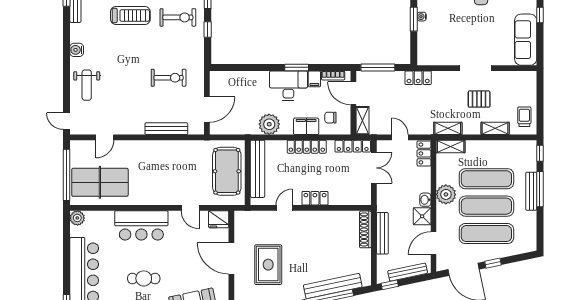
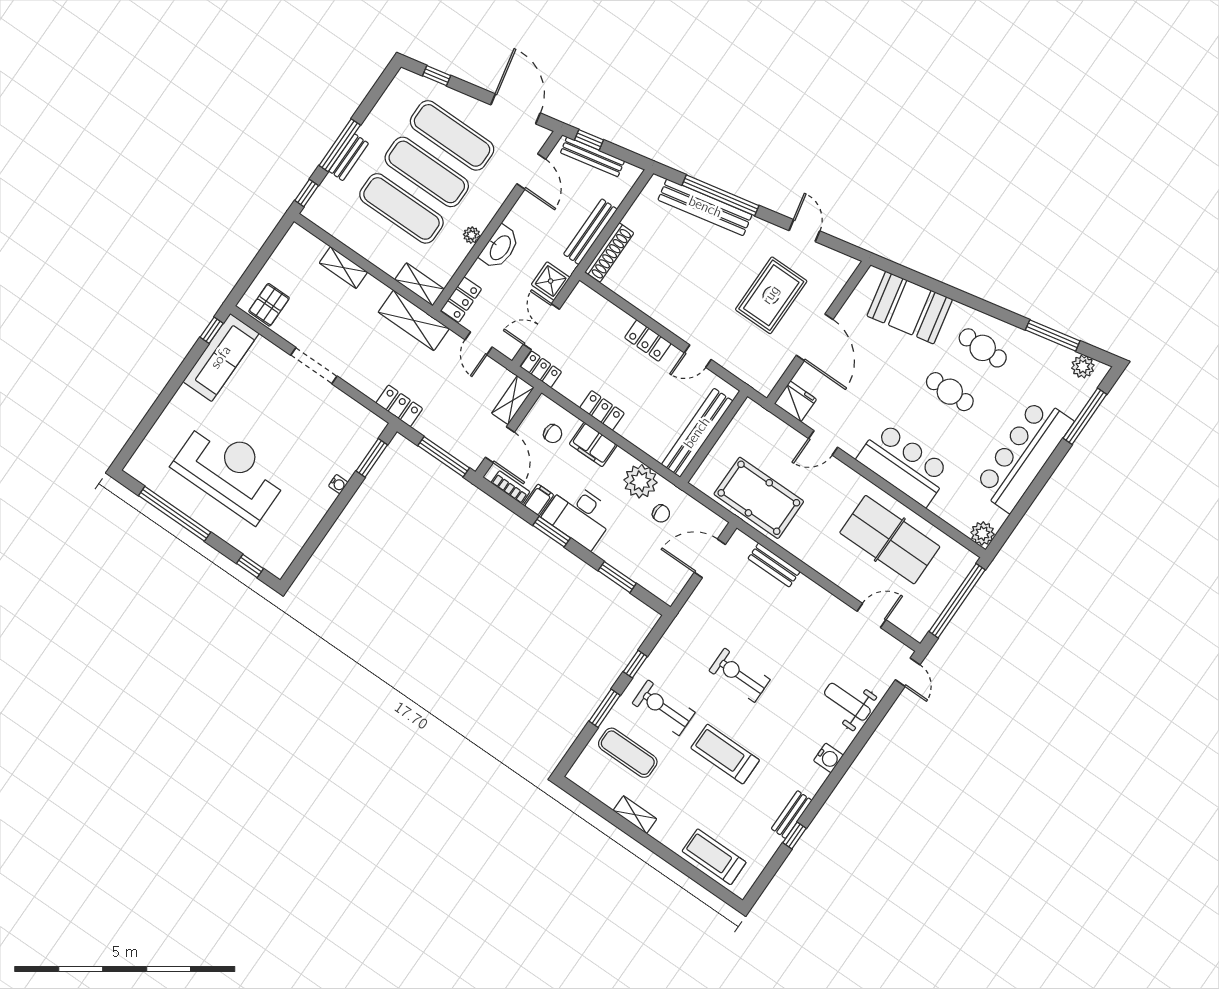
window: (540, 15) -> (212, 330), moved
window: (414, 19) -> (372, 458), moved
window: (247, 67) -> (617, 577), added
exercise bike: (169, 78) -> (740, 675), moved
weight bench: (87, 85) -> (847, 702), turned -90
pallet: (479, 99) -> (269, 305), moved, turned 90
chair: (247, 115) -> (661, 513), added
trolley: (524, 117) -> (294, 256), removed
shelving: (448, 128) -> (414, 320), width x1.50, depth x1.33
bench: (166, 129) -> (774, 565), width x0.73
locker: (353, 146) -> (541, 369), width x0.66
locker: (307, 147) -> (602, 410), width x0.66
pool table: (227, 171) -> (759, 498), moved, turned 90
table tennis table: (100, 182) -> (890, 540), moved
bench: (531, 191) -> (349, 157), width x0.73
plant: (446, 194) -> (472, 235), width x0.53, depth x0.53
washbasin: (425, 200) -> (500, 247), width x1.91, depth x1.45
door: (190, 208) -> (823, 443), swing flipped
shower: (422, 216) -> (551, 281), moved
door: (433, 243) -> (531, 172), hinge flipped
window: (493, 263) -> (437, 76), moved
window: (390, 285) -> (589, 140), moved

